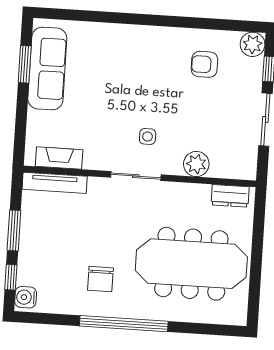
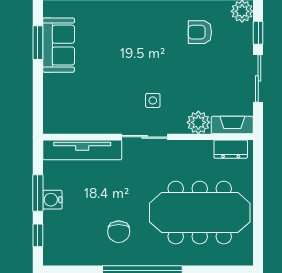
sofa: (47, 69) -> (59, 45), width x0.73
fireplace: (59, 158) -> (232, 125), moved
tv unit: (55, 183) -> (82, 150), width x1.36, depth x1.29
water cooler: (26, 297) -> (52, 200), moved

